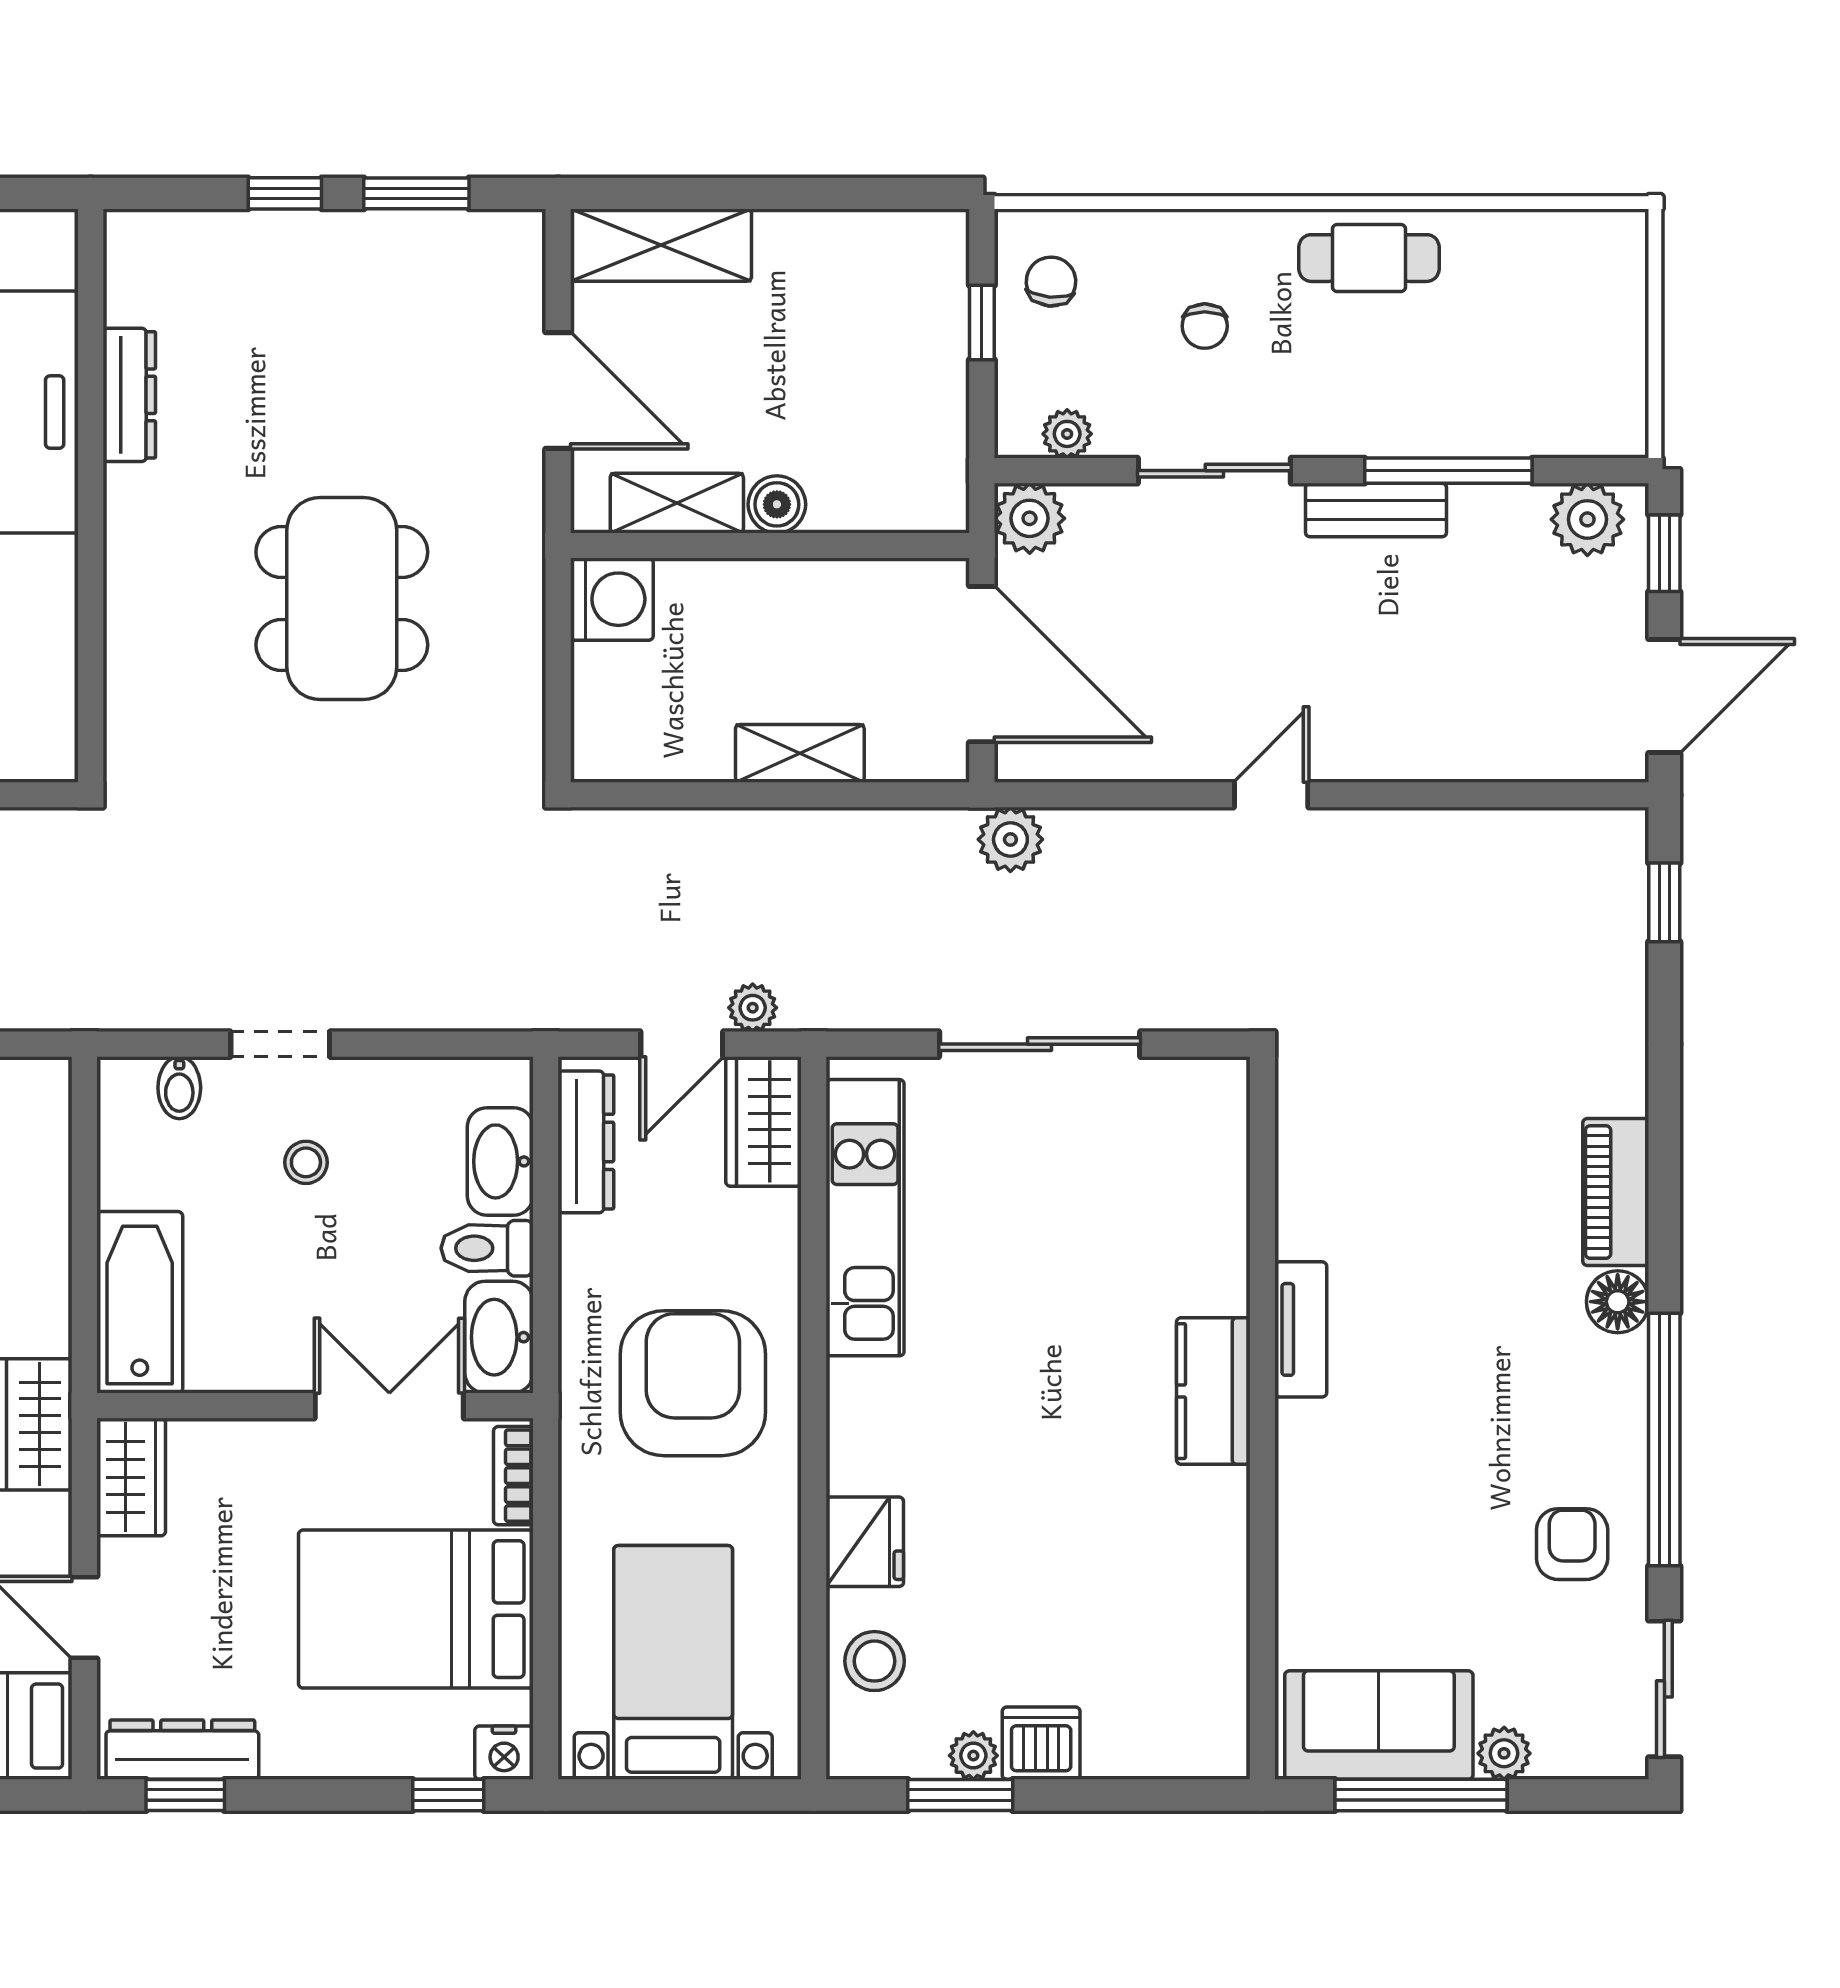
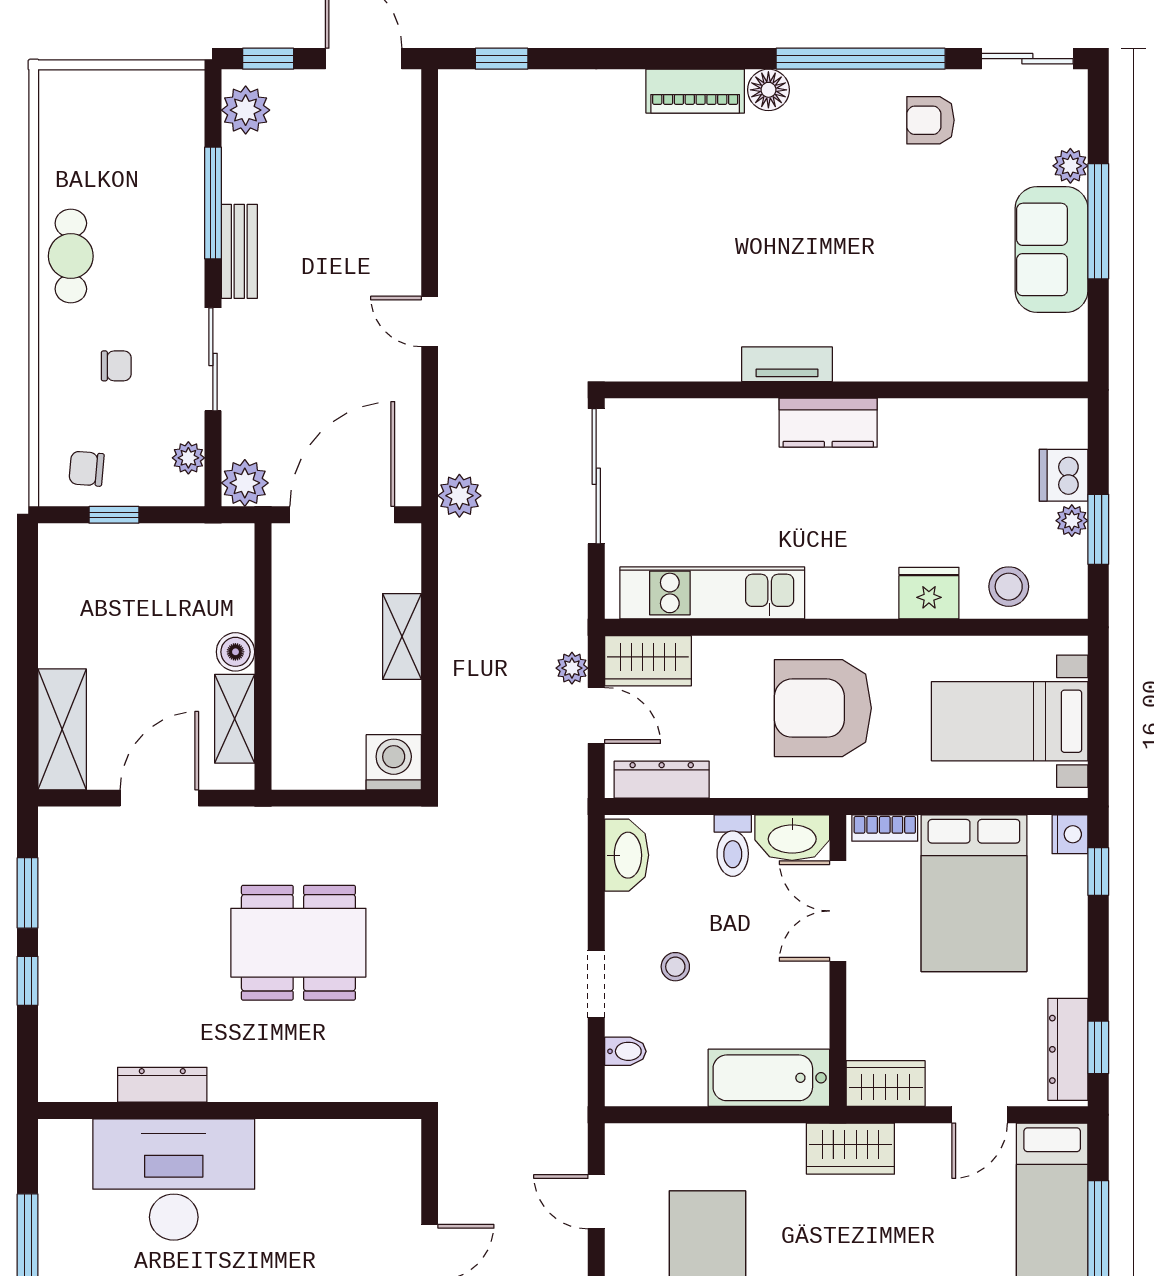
washing machine: (612, 599) -> (394, 762), moved
washbasin: (500, 1161) -> (627, 855), moved, turned -90
tv unit: (1301, 1329) -> (787, 364), moved
kitchen counter: (1213, 1391) -> (828, 423), moved
wall: (1262, 1418) -> (846, 390), moved

